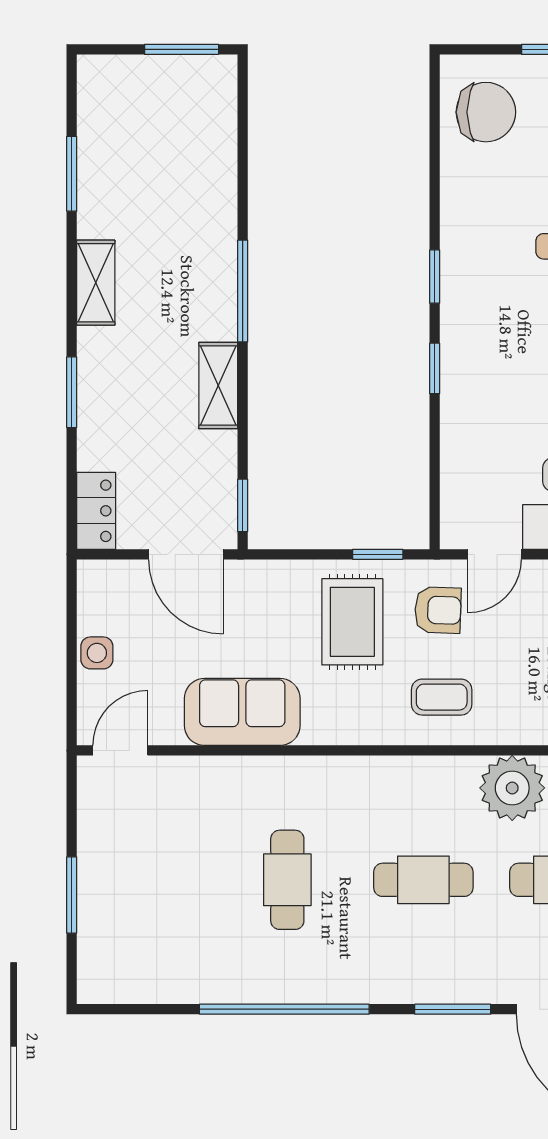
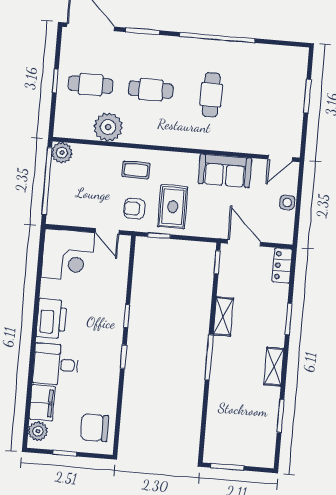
door: (495, 554) -> (107, 231), swing flipped

